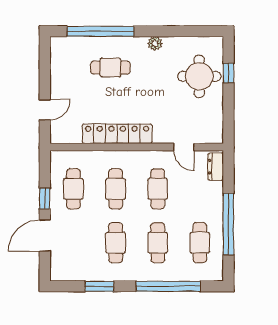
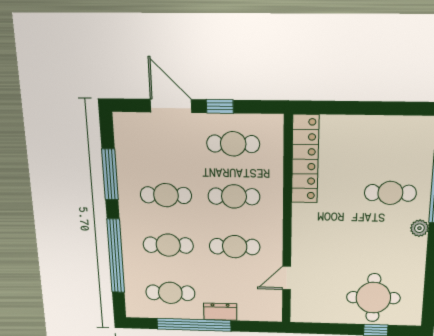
plant: (155, 43) -> (419, 228), moved
cafe table: (110, 68) -> (390, 193), turned 90
door: (45, 110) -> (338, 108), removed
locker: (117, 134) -> (305, 159), moved
dresser: (216, 167) -> (220, 312), moved
window: (99, 286) -> (110, 174), width x1.44

